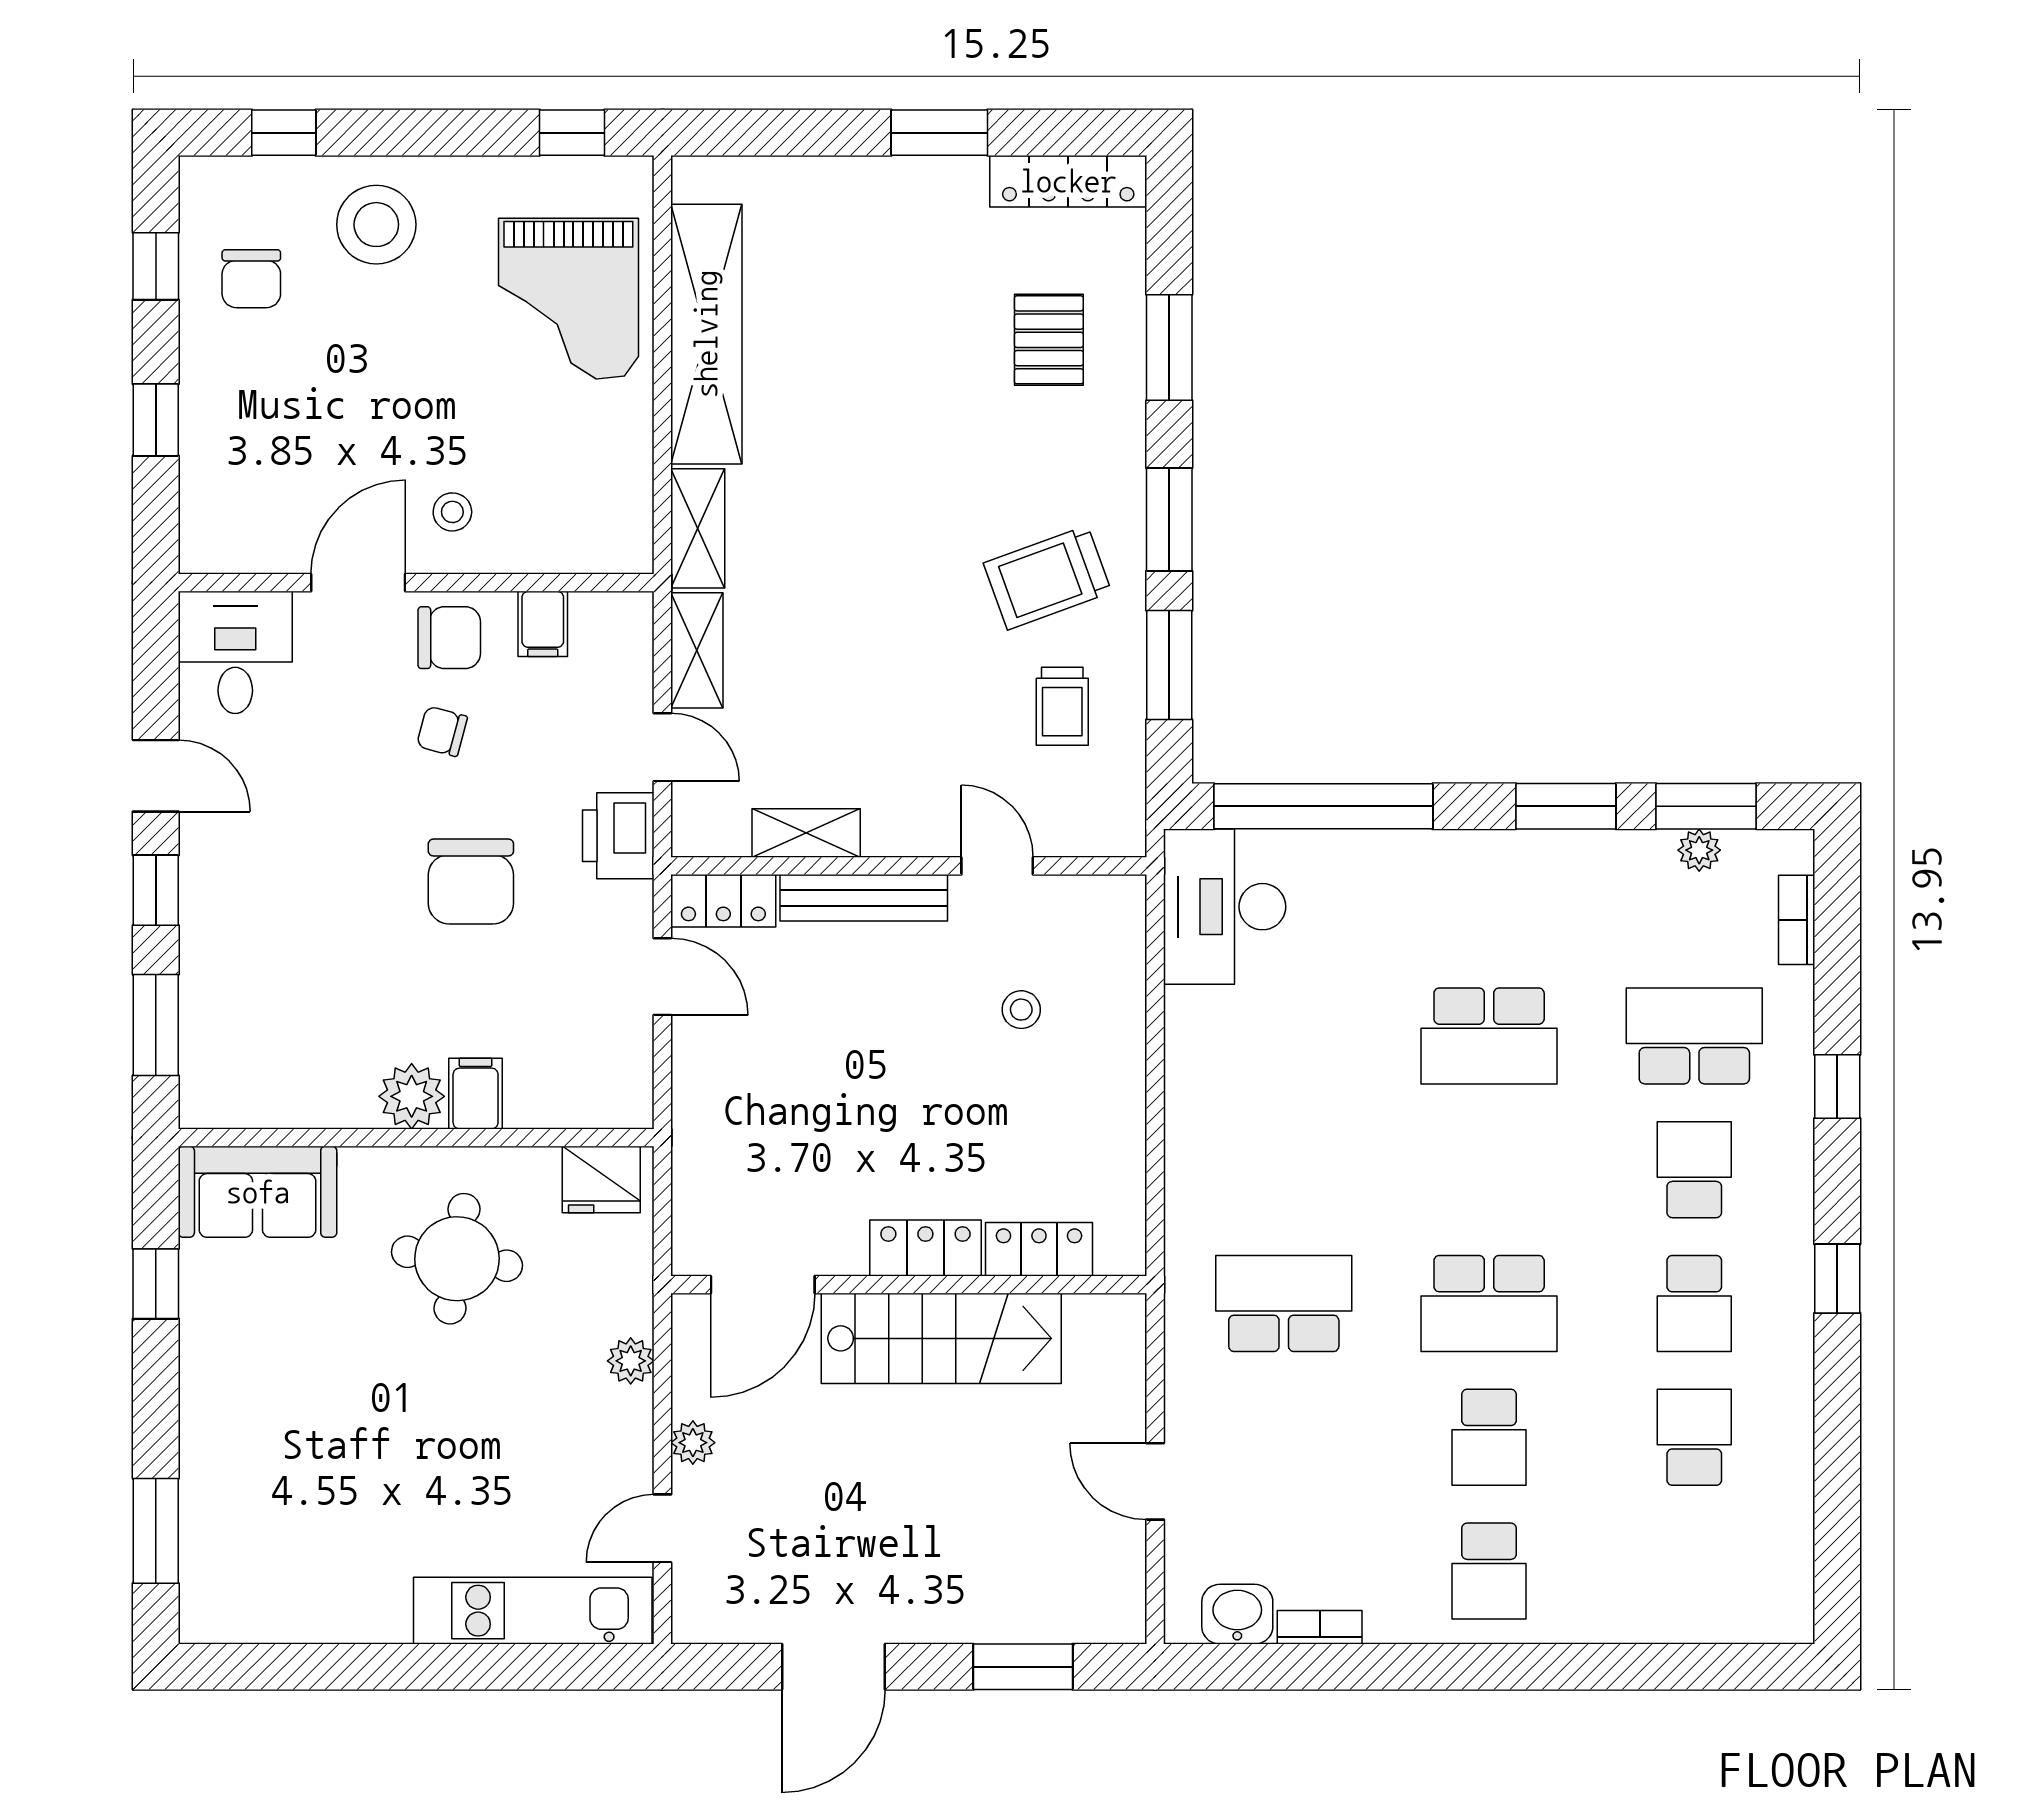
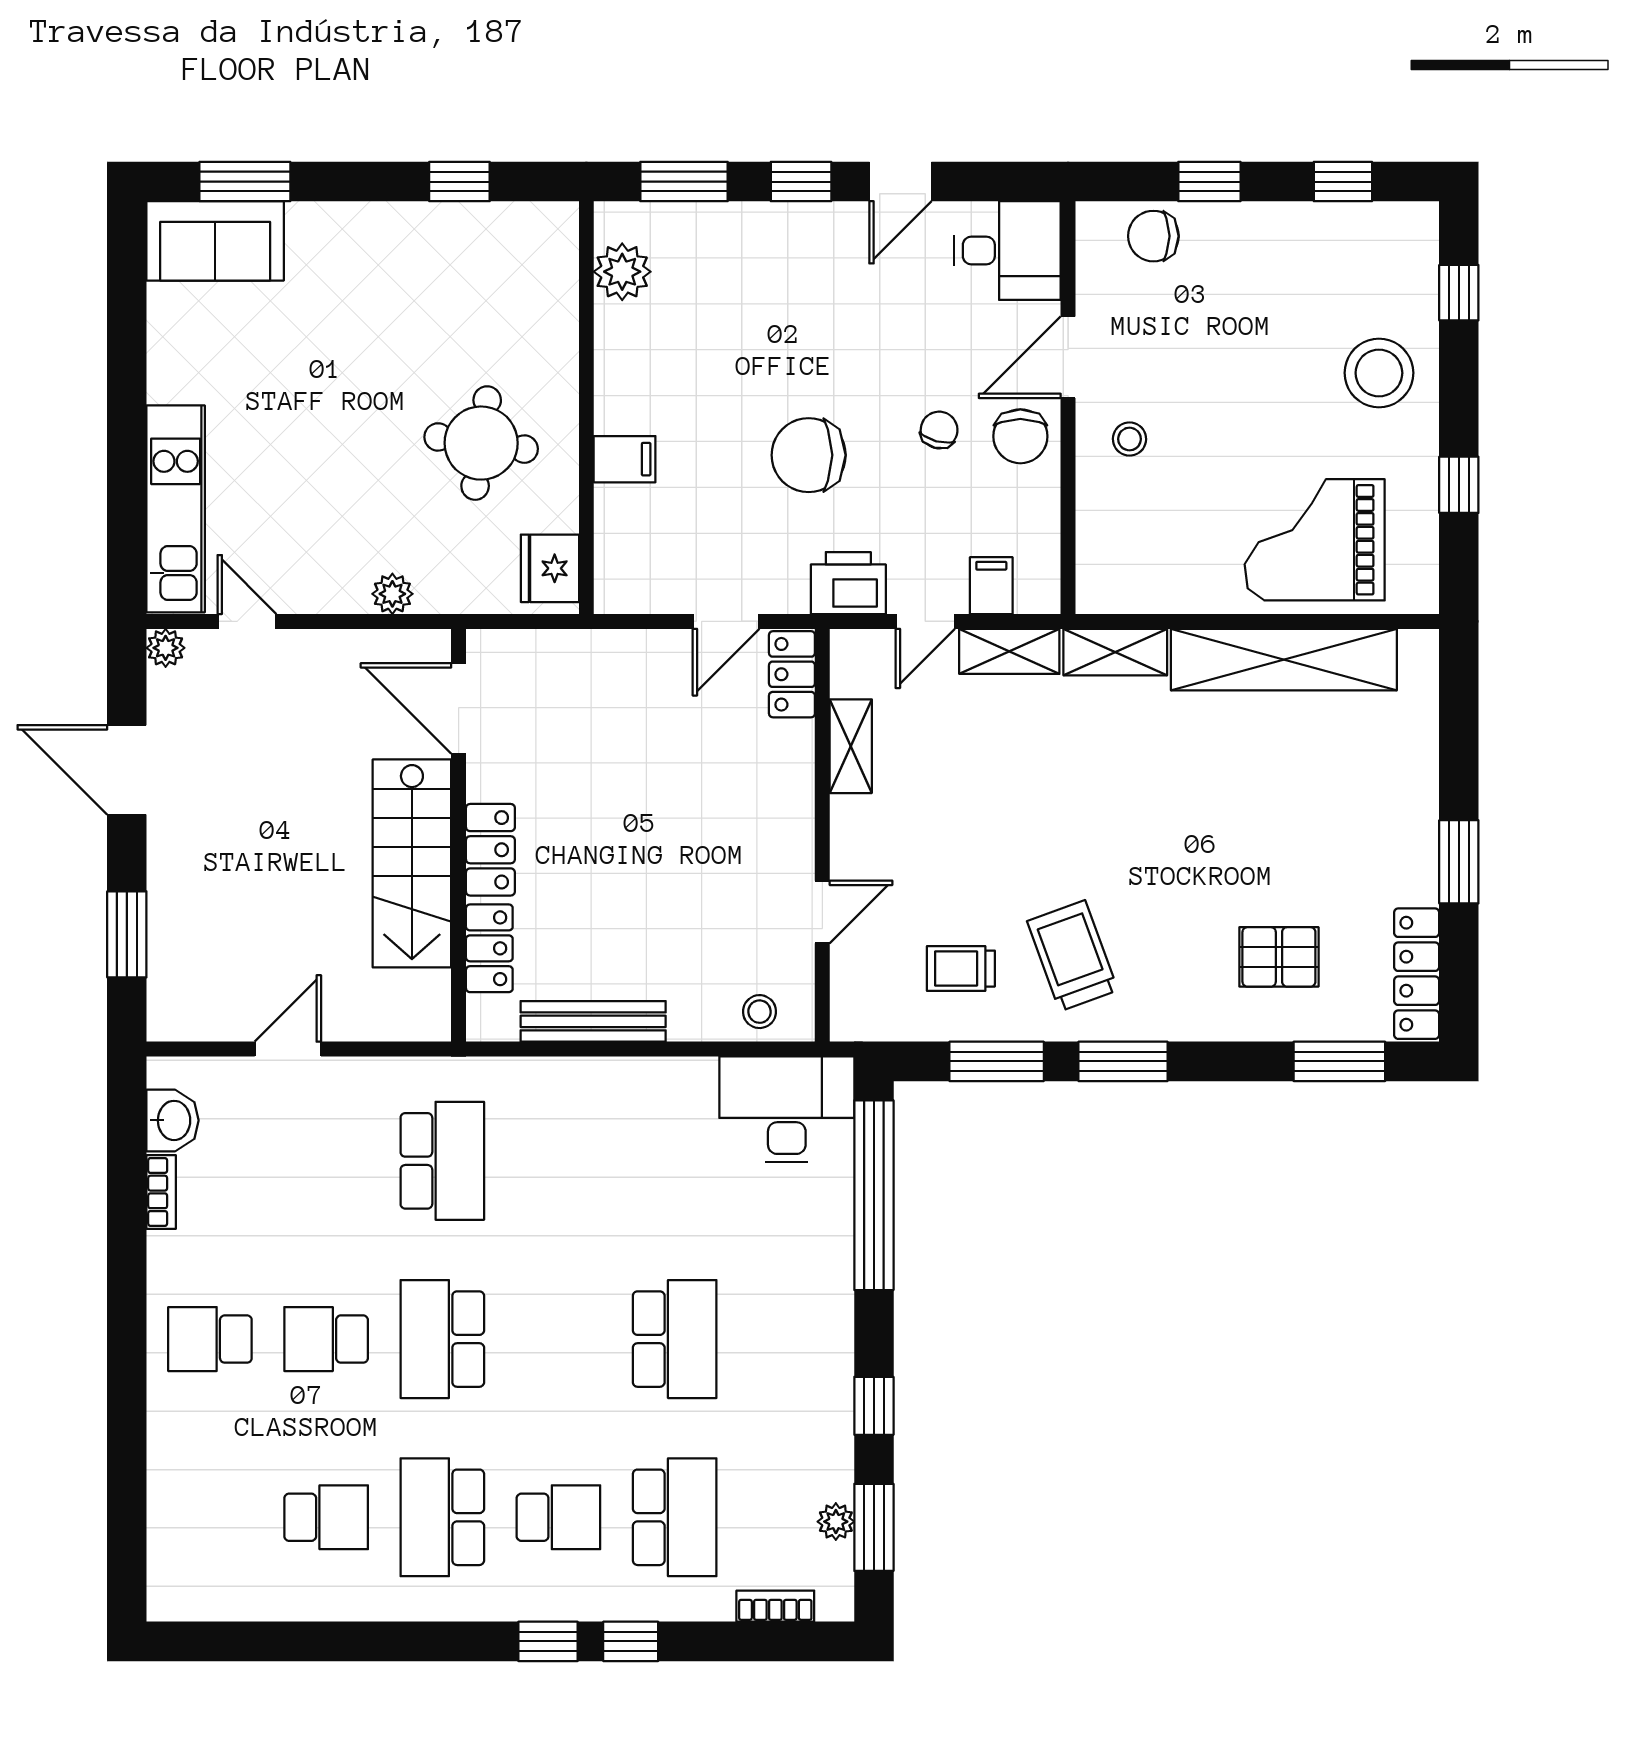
window: (572, 133) -> (1459, 485), moved
chair: (251, 279) -> (1153, 236), moved
window: (1169, 347) -> (1339, 1061), moved
door: (358, 583) -> (1068, 357), swing flipped
filing cabinet: (543, 624) -> (991, 586), moved, turned 90
window: (1566, 806) -> (874, 1406), width x0.67
bench: (864, 898) -> (593, 1021), moved, turned 90
stool: (1021, 1010) -> (760, 1012), moved
school desk: (1489, 1036) -> (675, 1339), turned 180
plant: (412, 1096) -> (622, 272), moved
sofa: (258, 1192) -> (215, 241), moved, turned -90
window: (1837, 1279) -> (548, 1641), moved
school desk: (1694, 1303) -> (442, 1517), width x1.85
plant: (693, 1443) -> (166, 648), moved

